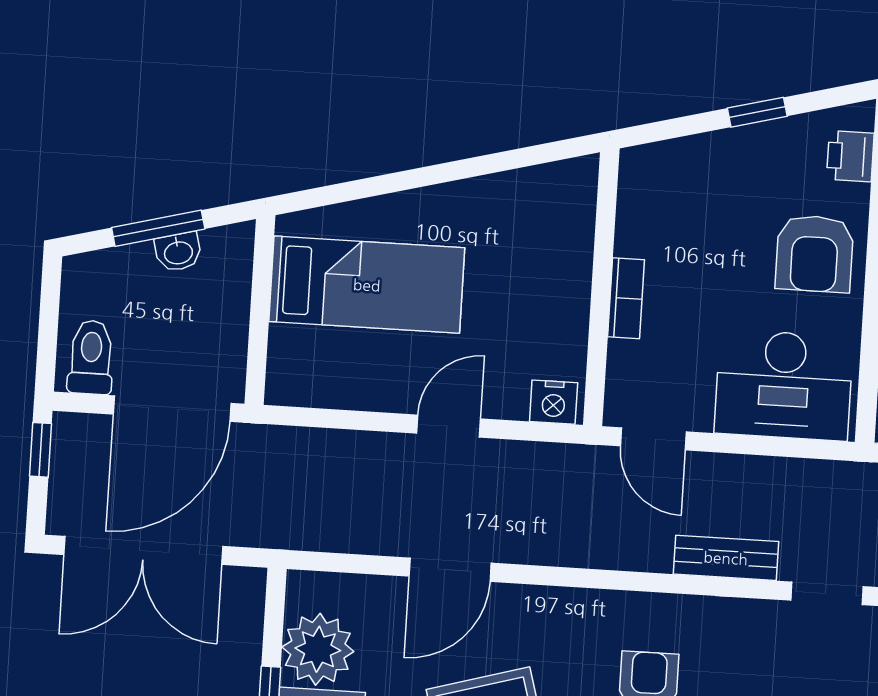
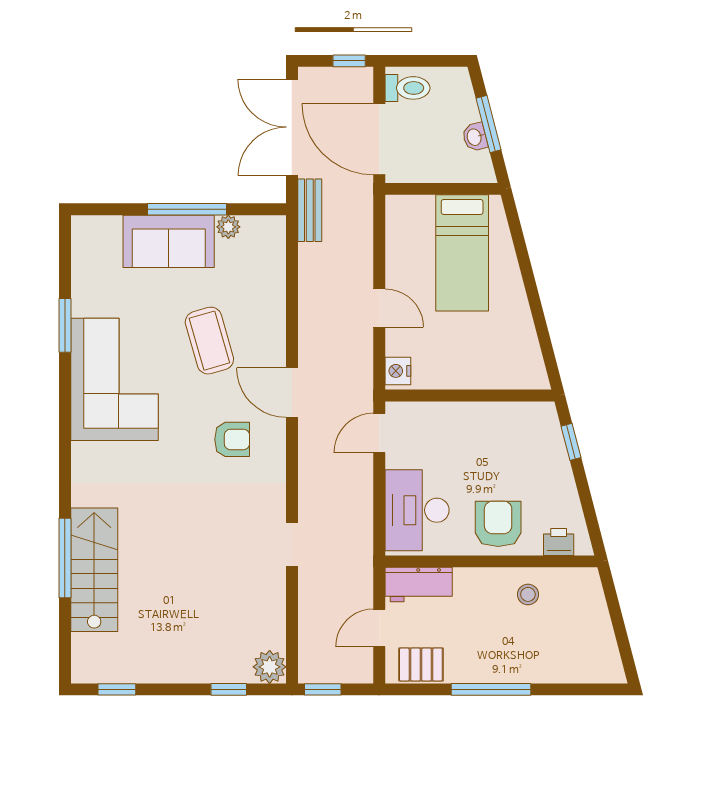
window: (757, 112) -> (571, 442), moved
armchair: (814, 254) -> (498, 524), turned 90
bookcase: (626, 298) -> (464, 411), removed
bench: (726, 558) -> (310, 210), moved
door: (450, 570) -> (292, 393), moved
plant: (318, 649) -> (228, 227), width x0.53, depth x0.53

